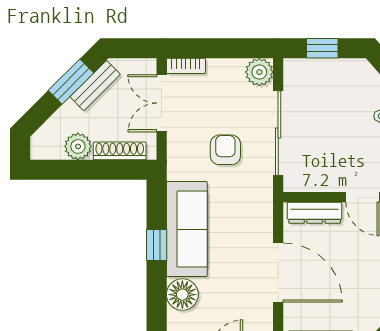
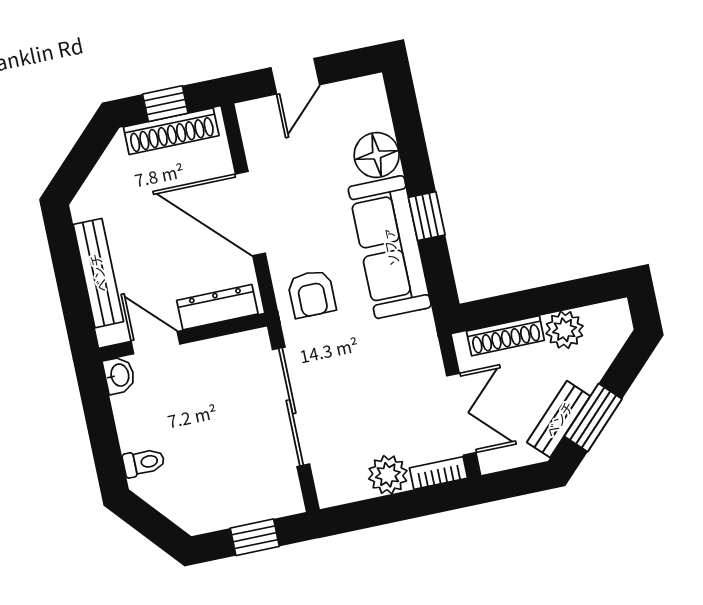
plant: (259, 72) -> (388, 475), moved
armchair: (225, 150) -> (312, 294), moved

